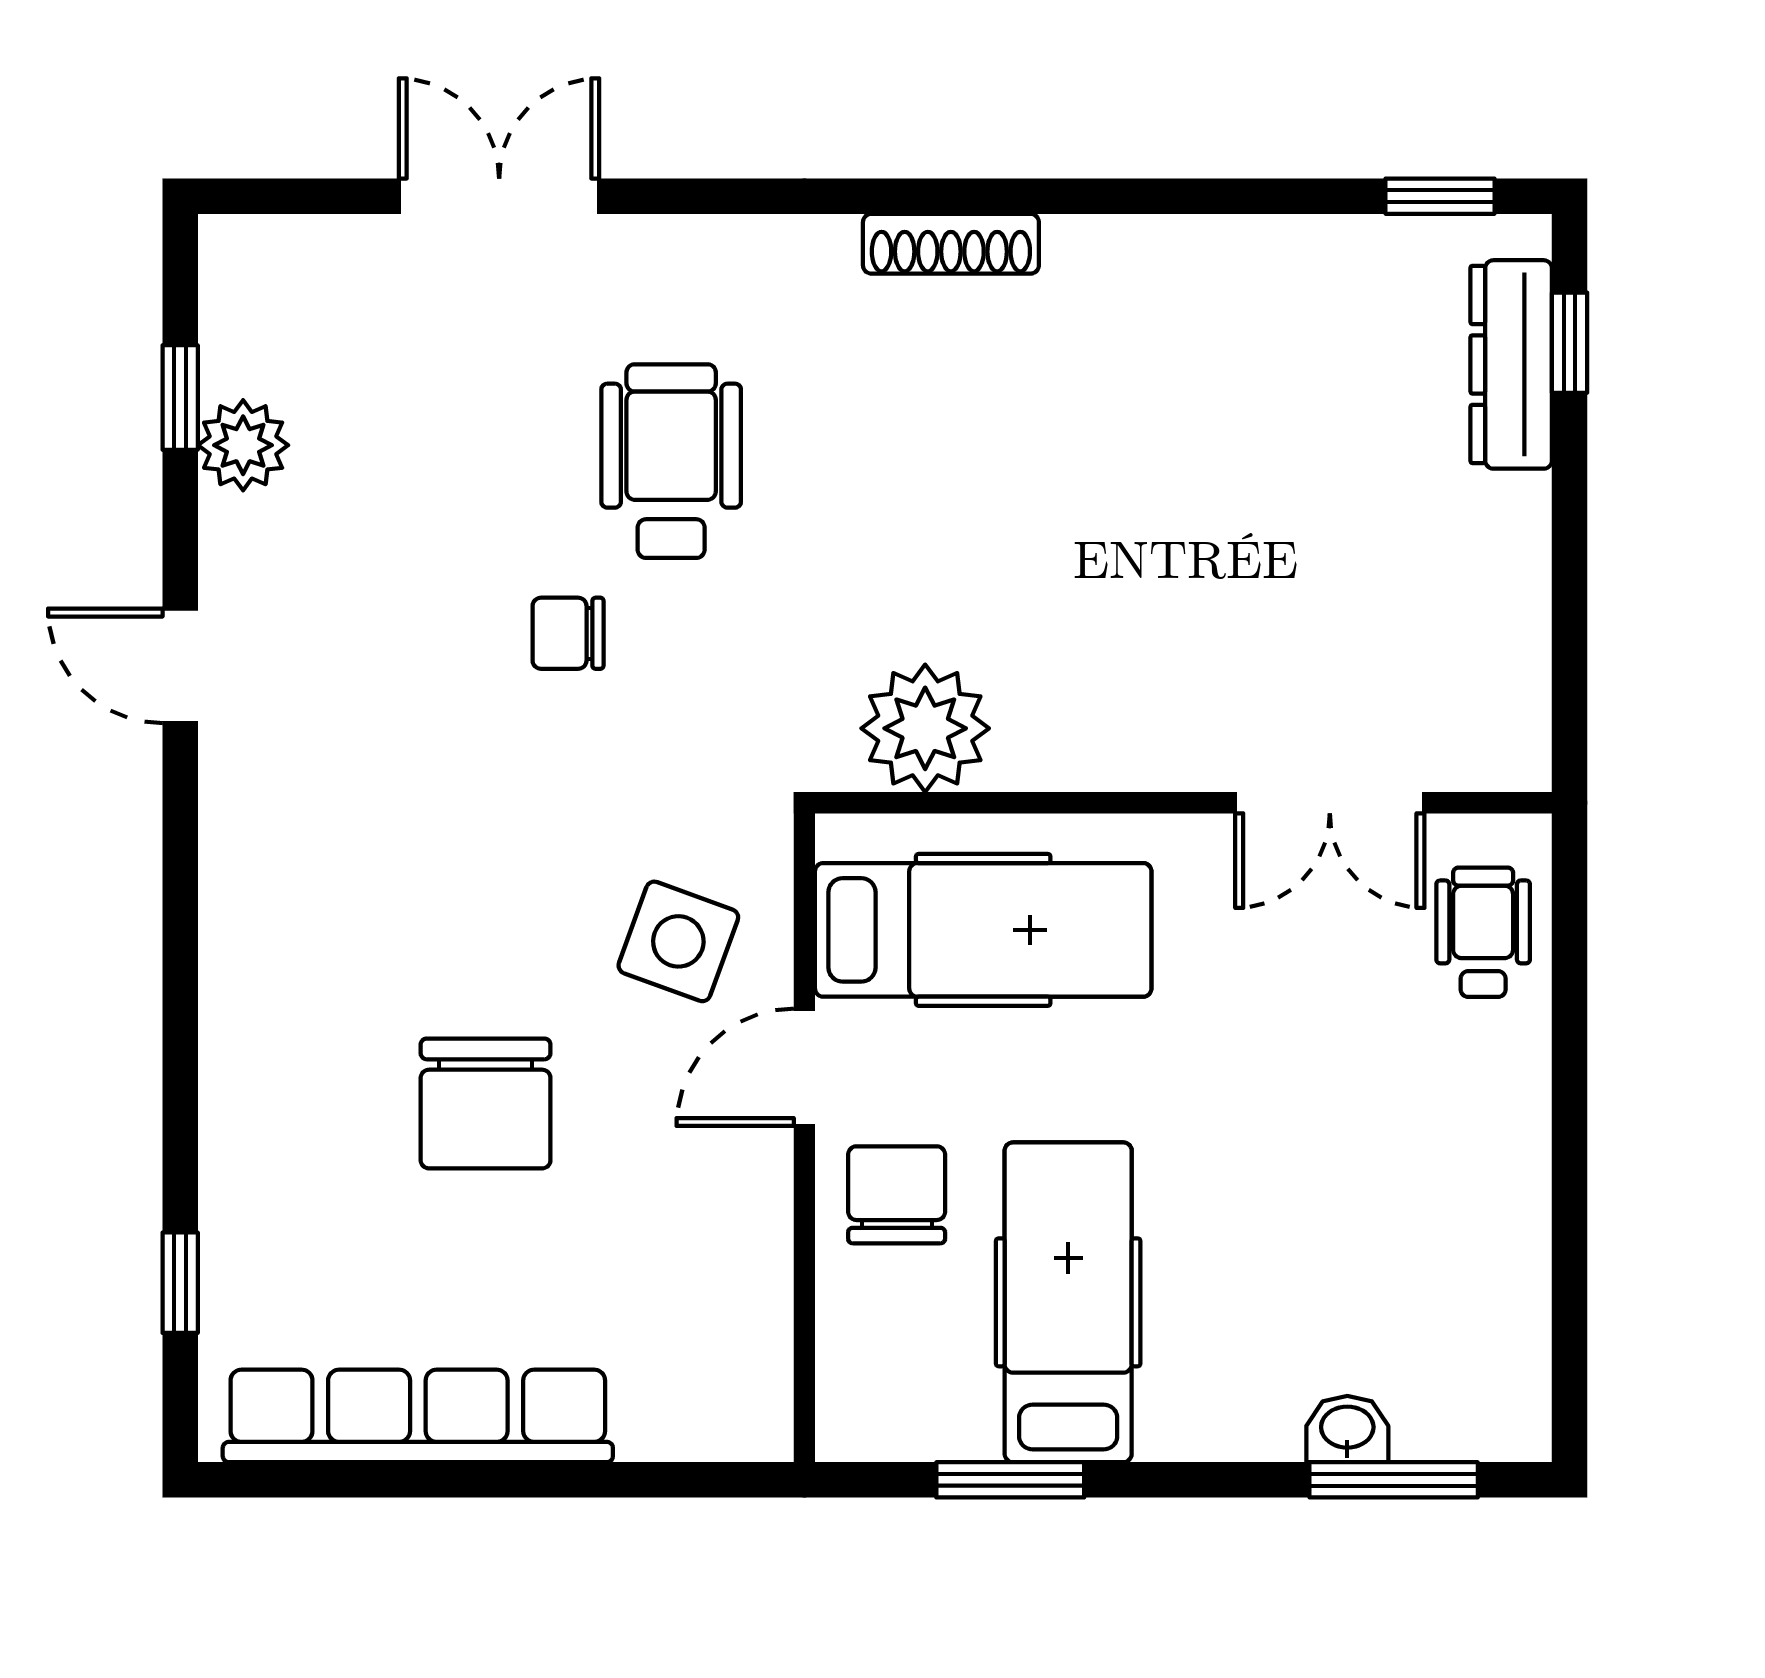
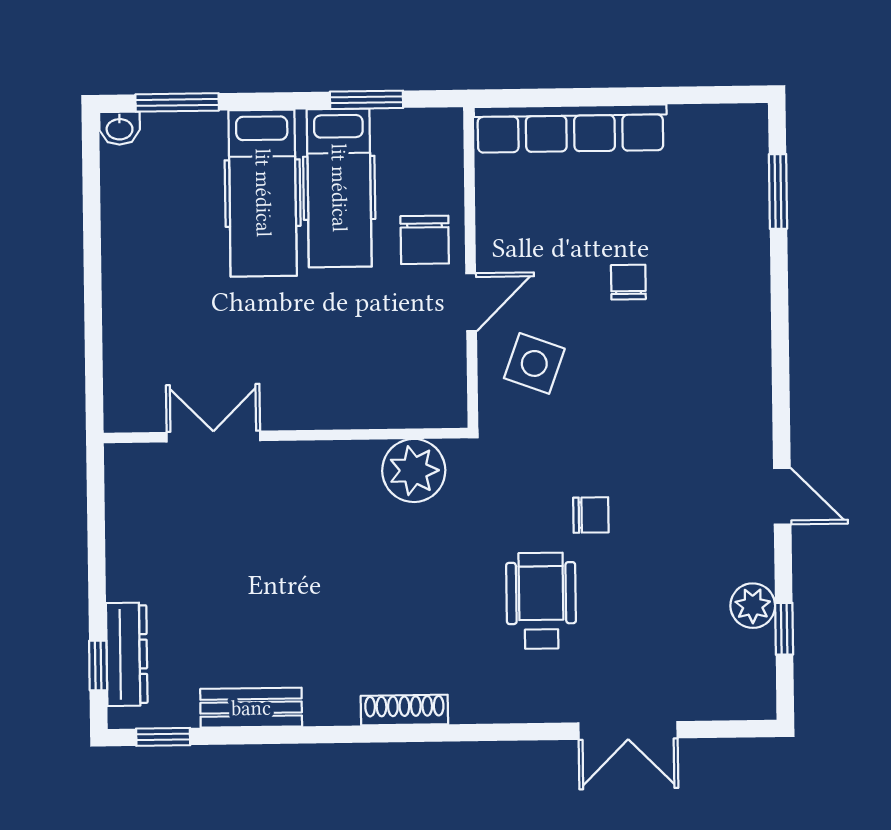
bench: (1261, 253) -> (251, 708), added
wheelchair: (671, 461) -> (541, 601), turned 180
hospital bed: (983, 930) -> (263, 193), moved, turned -90
wheelchair: (1483, 932) -> (137, 374), removed
chair: (486, 1103) -> (628, 282), width x0.54, depth x0.54
window: (180, 1283) -> (778, 191), width x1.50
row of seats: (418, 1416) -> (570, 129), moved
washbasin: (1347, 1429) -> (120, 128), moved

